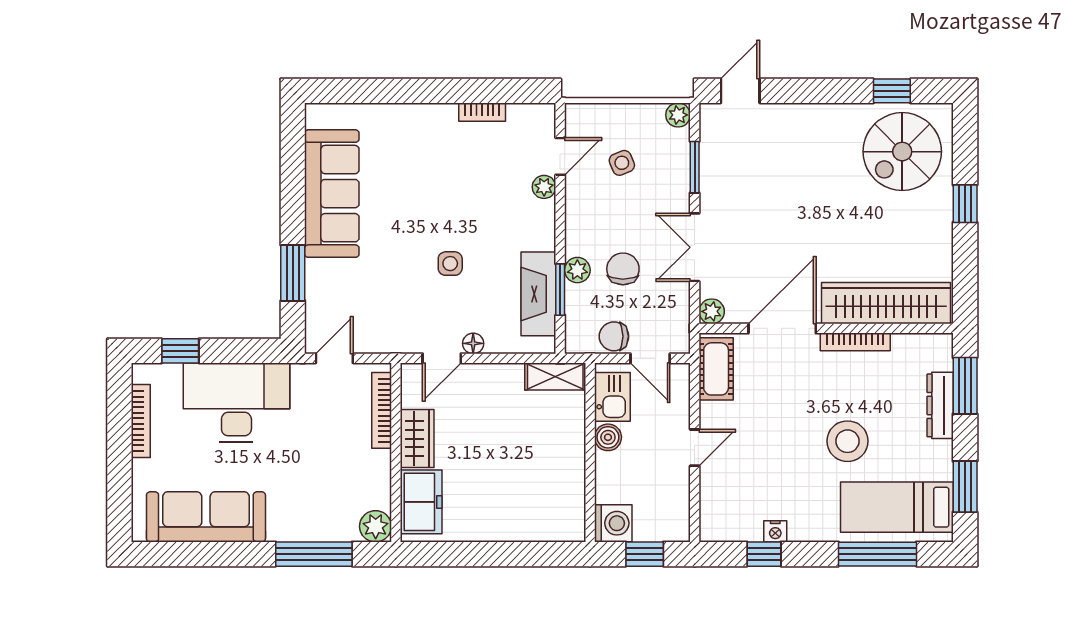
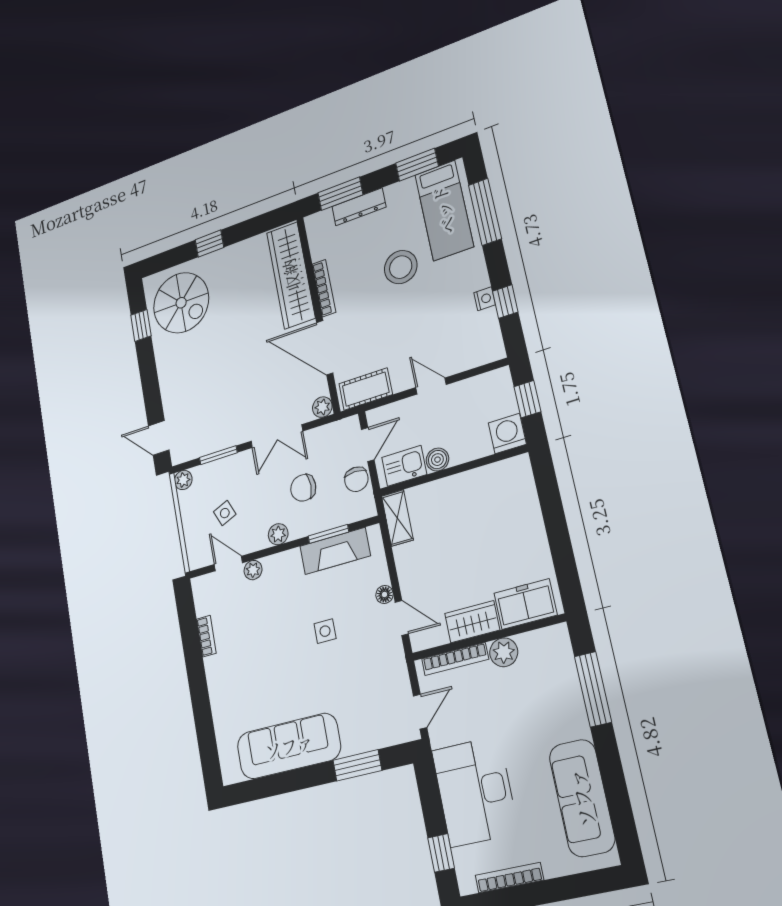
plant: (577, 270) -> (278, 534), moved
door: (334, 358) -> (420, 712), swing flipped
plant: (376, 526) -> (504, 652), moved

